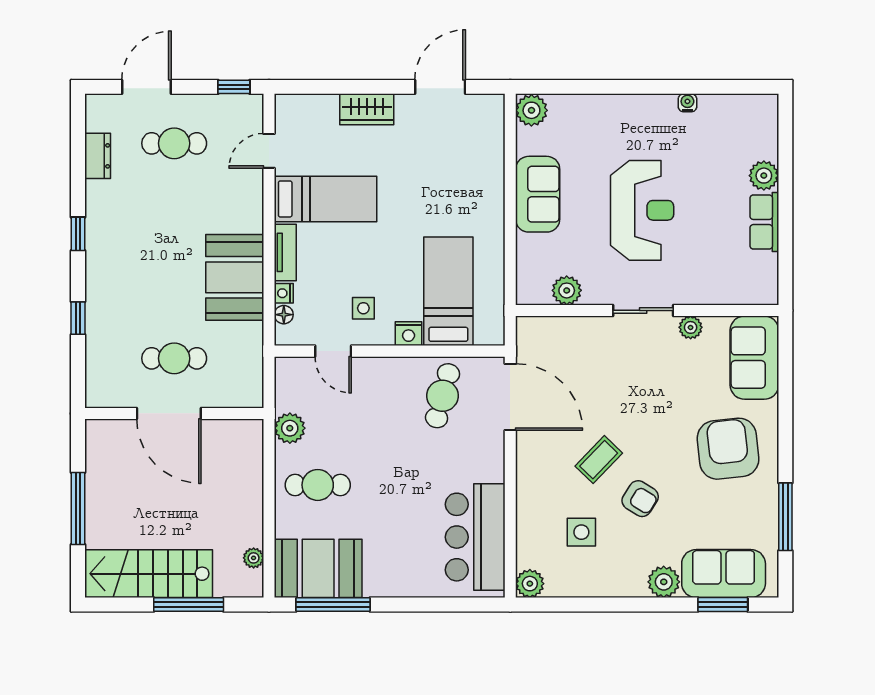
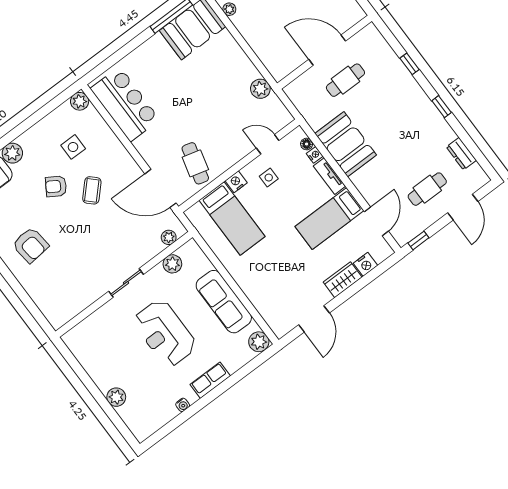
nightstand: (323, 107) -> (365, 264), added
door: (269, 151) -> (376, 221), width x1.38
sofa: (538, 194) -> (224, 302), width x1.36
row of seats: (764, 222) -> (210, 380), moved, turned -90
plant: (691, 327) -> (169, 237), moved
sofa: (754, 358) -> (52, 301), removed
armchair: (728, 449) -> (30, 245), width x0.73, depth x0.73
cafe table: (318, 485) -> (225, 71), removed

